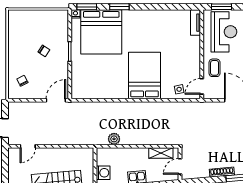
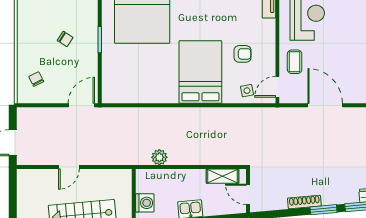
armchair: (176, 62) -> (243, 54), added
door: (28, 146) -> (69, 167), moved
door: (180, 166) -> (248, 194), hinge flipped

